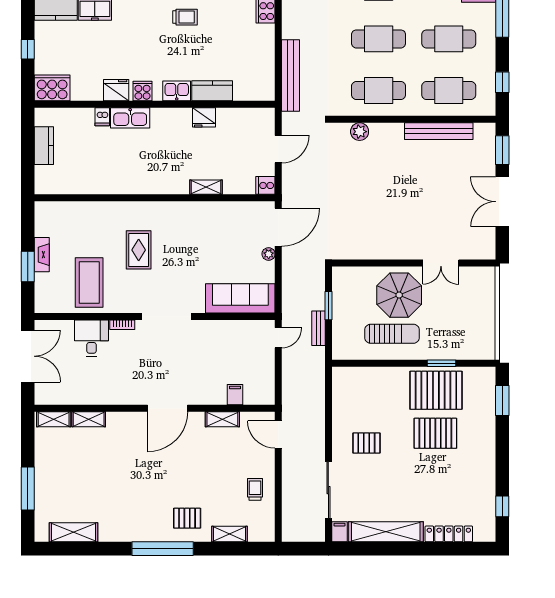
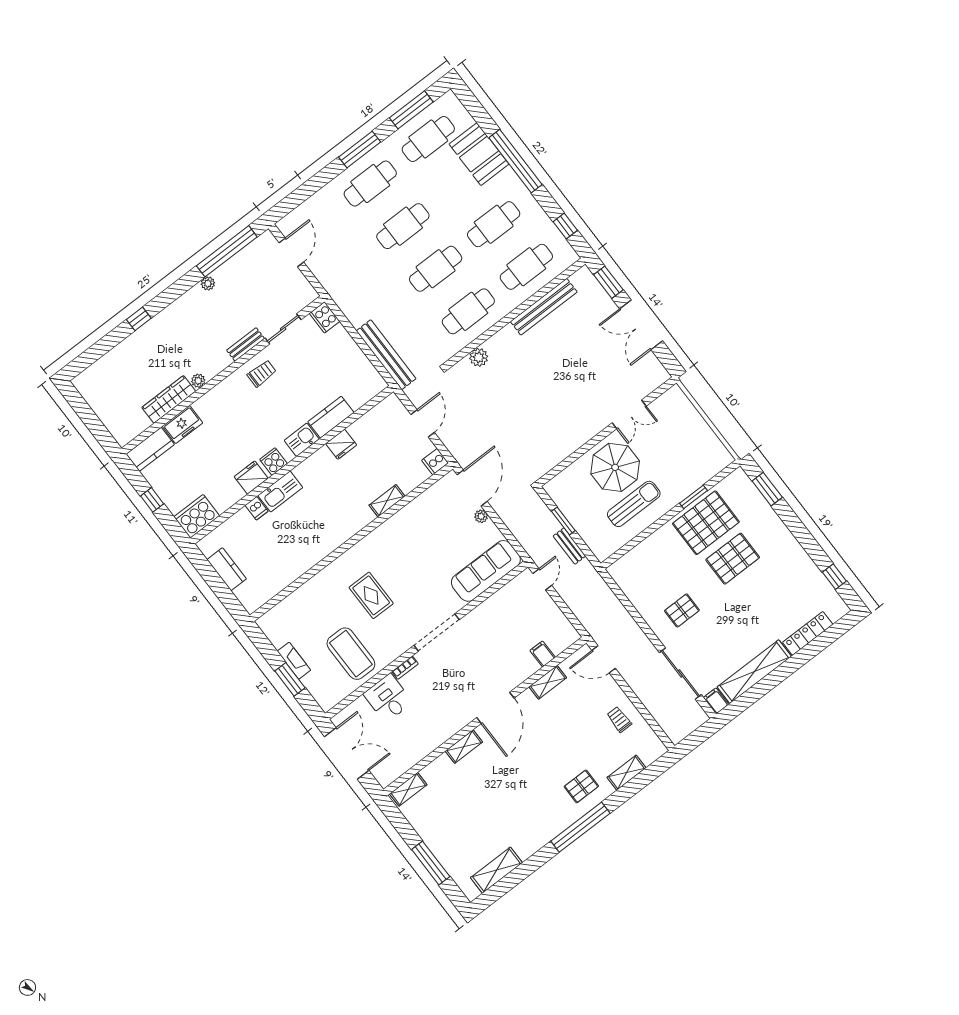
shelving: (89, 419) -> (464, 747), moved

